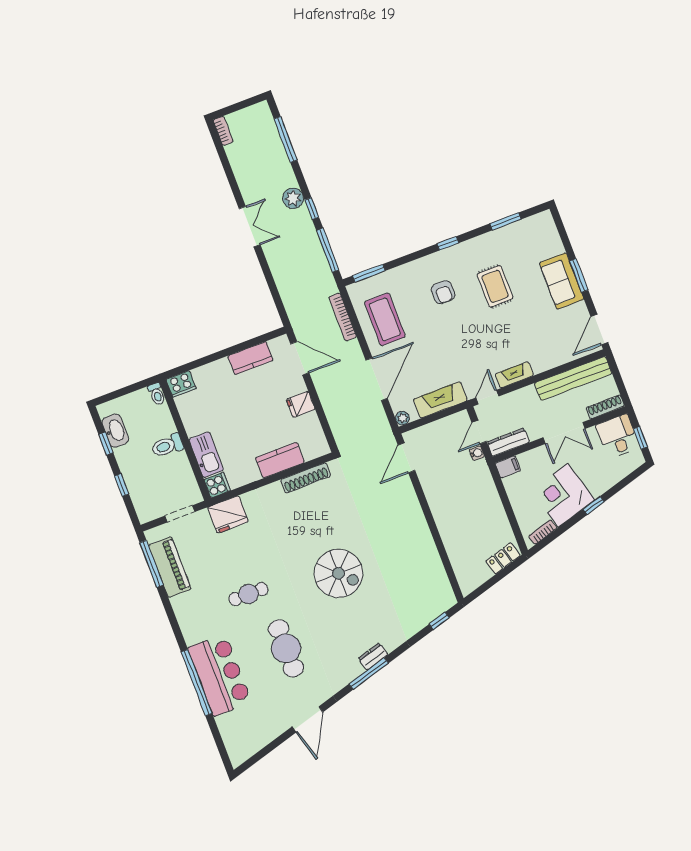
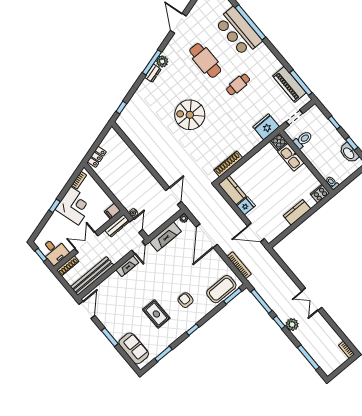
sofa: (562, 281) -> (134, 348), moved
coffee table: (385, 319) -> (221, 289), moved, turned 90
kitchen counter: (250, 358) -> (297, 212), moved
toilet: (167, 446) -> (303, 140), moved
kitchen counter: (280, 460) -> (232, 190), moved, turned -90
plant: (352, 670) -> (162, 61), added

